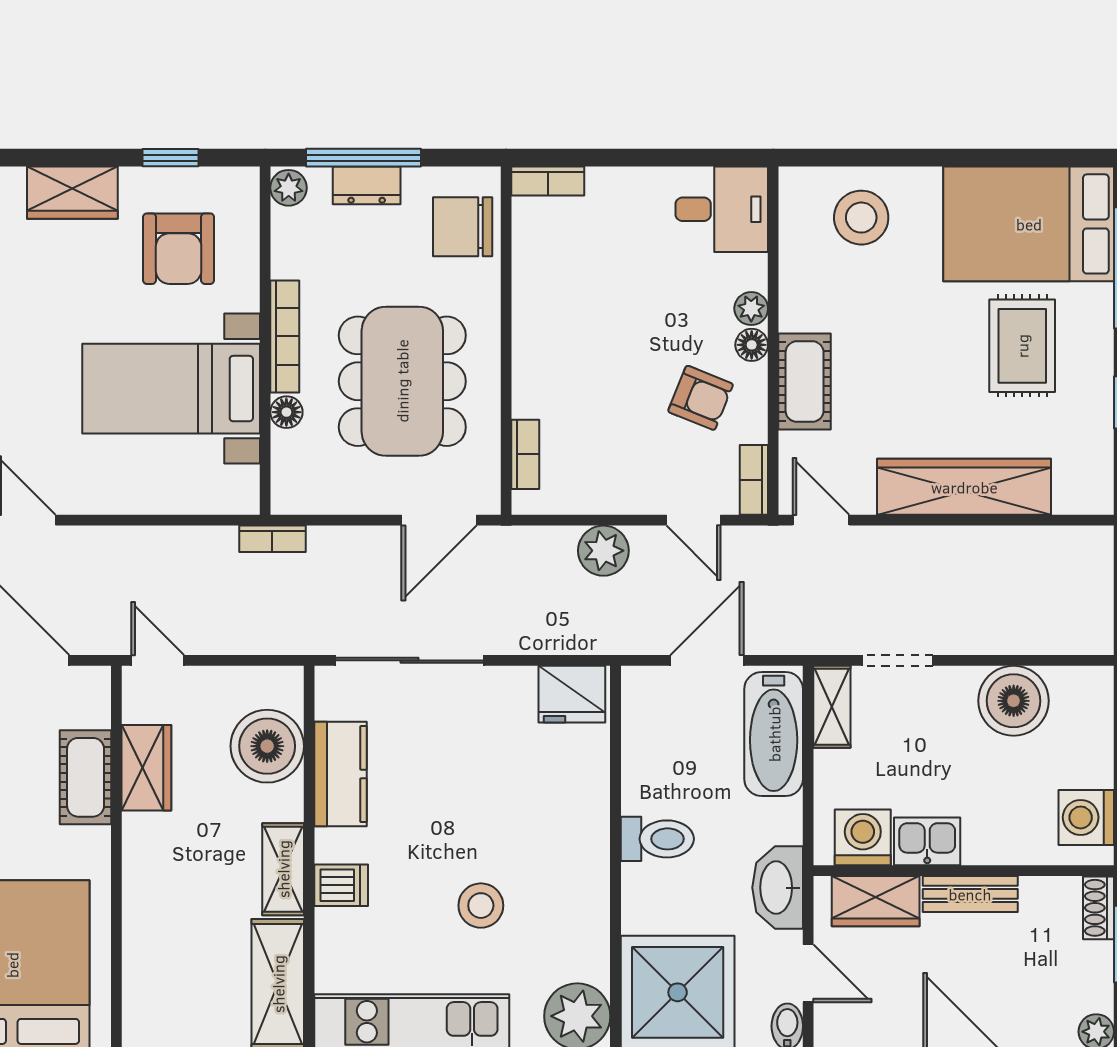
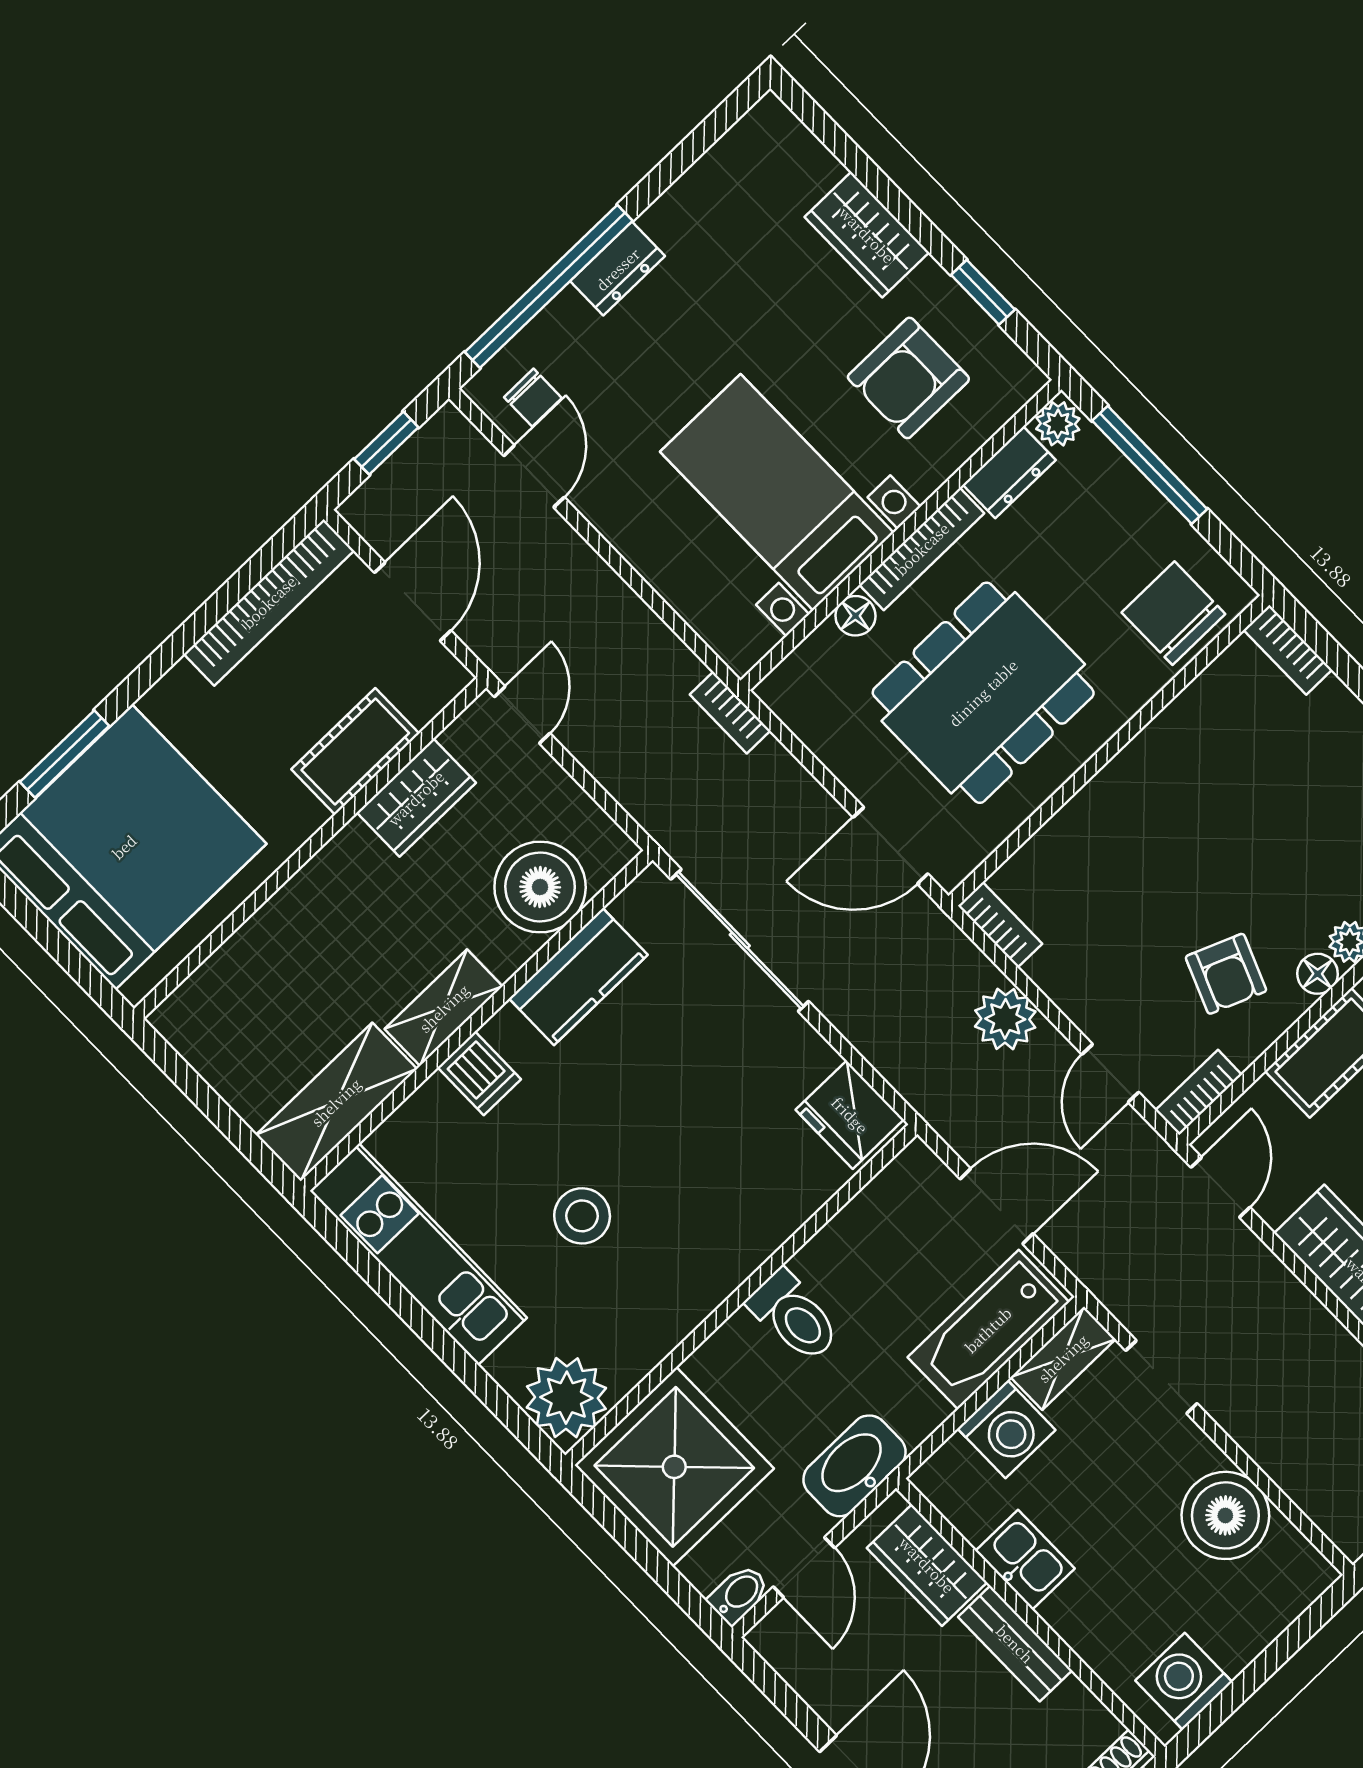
dresser: (367, 185) -> (1009, 472), moved, turned -90
bookcase: (525, 454) -> (1000, 925), moved, turned -90
washing machine: (863, 837) -> (1006, 1429), moved, turned 90

